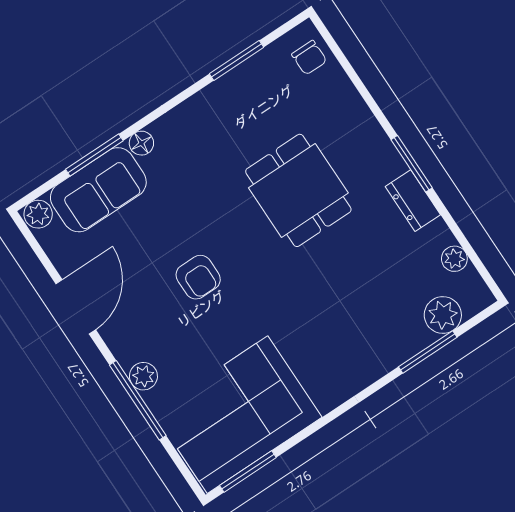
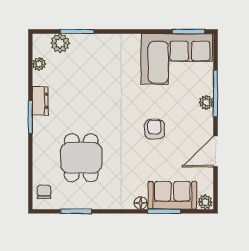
dining table: (298, 190) -> (81, 158), moved

